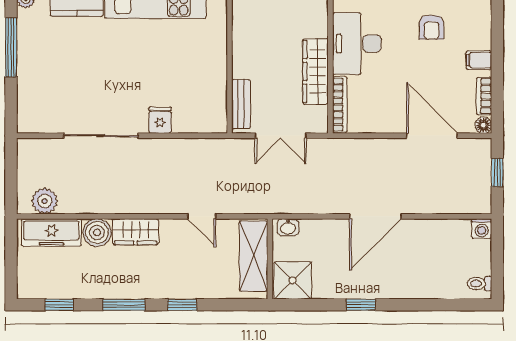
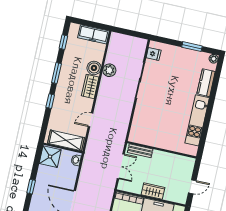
window: (11, 47) -> (192, 47), width x0.69
wardrobe: (315, 71) -> (153, 191), width x0.67
fridge: (160, 120) -> (154, 54), moved
double door: (281, 136) -> (121, 166), swing flipped
plant: (45, 201) -> (109, 70), moved
freezer: (51, 232) -> (93, 34), moved, turned -90

